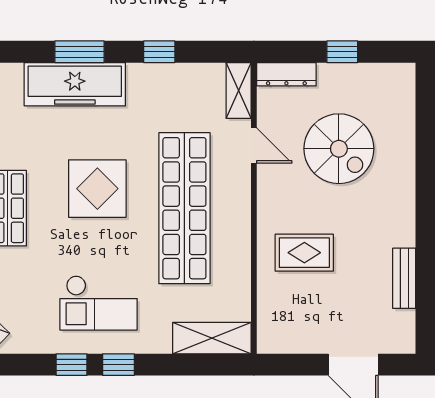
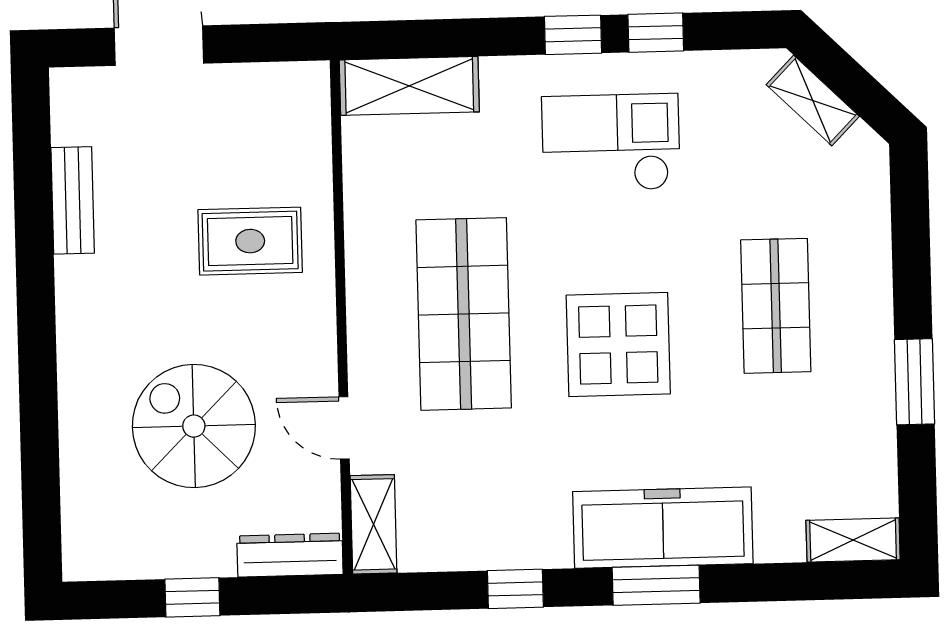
shop shelf: (184, 208) -> (464, 314), width x0.71

